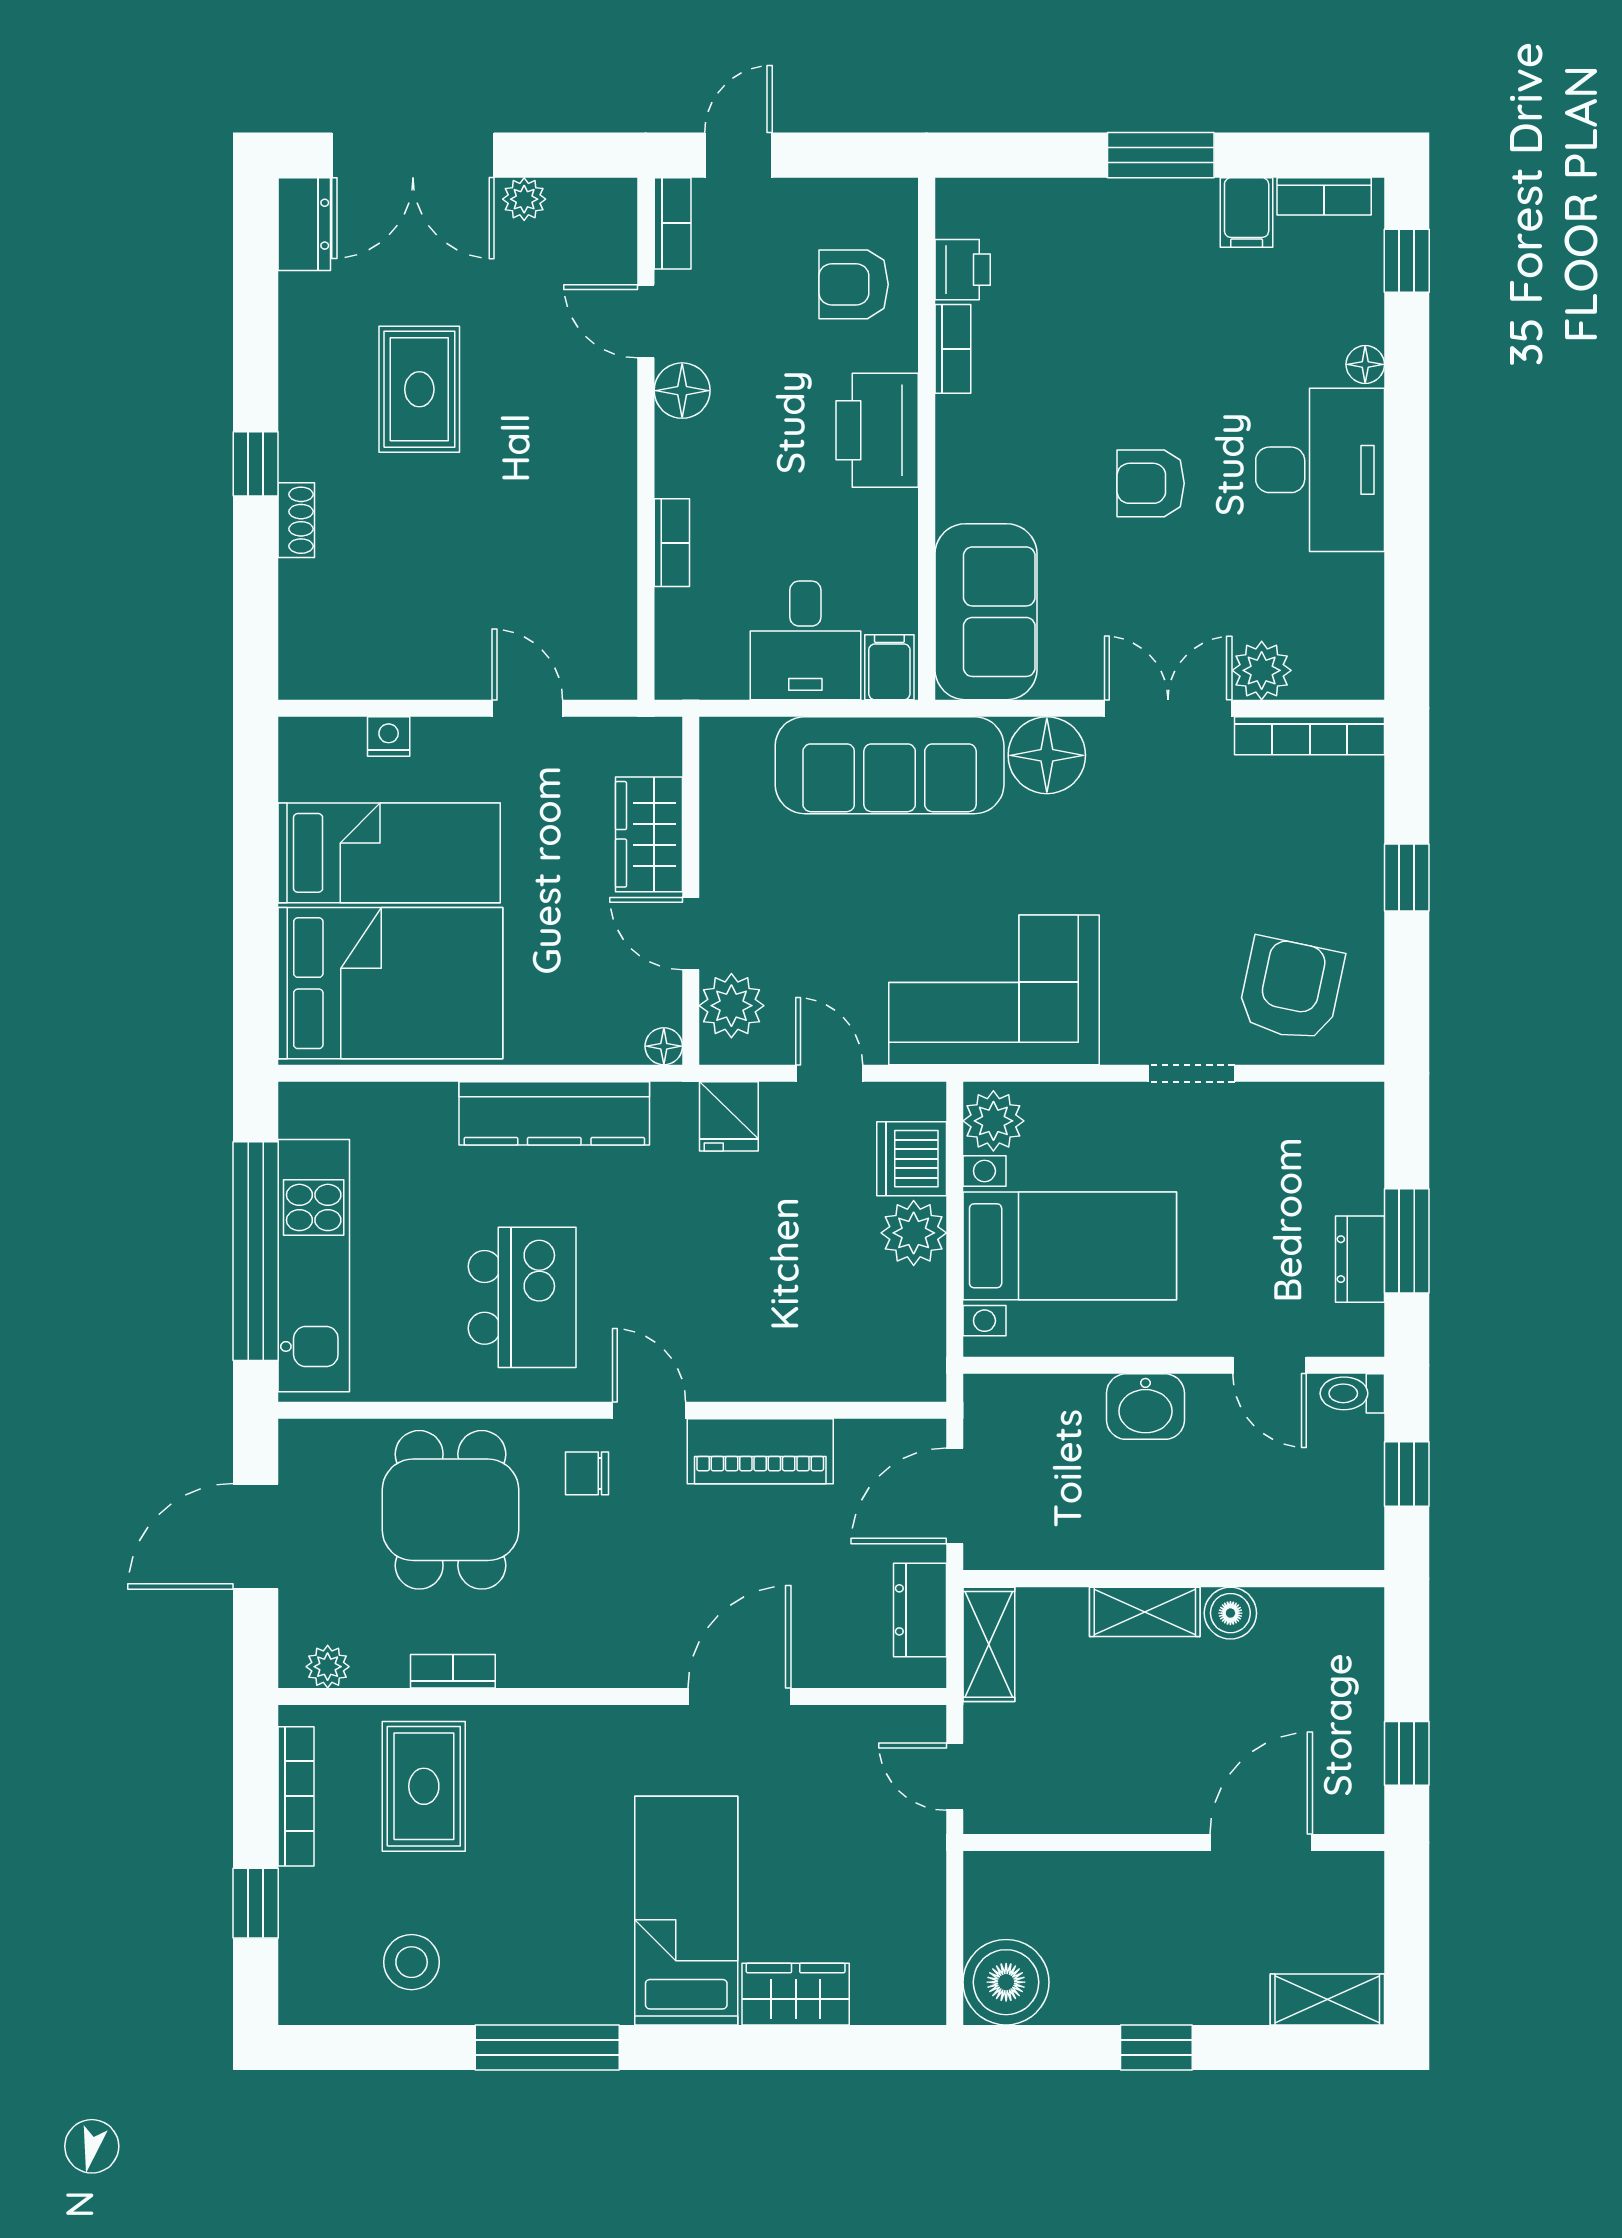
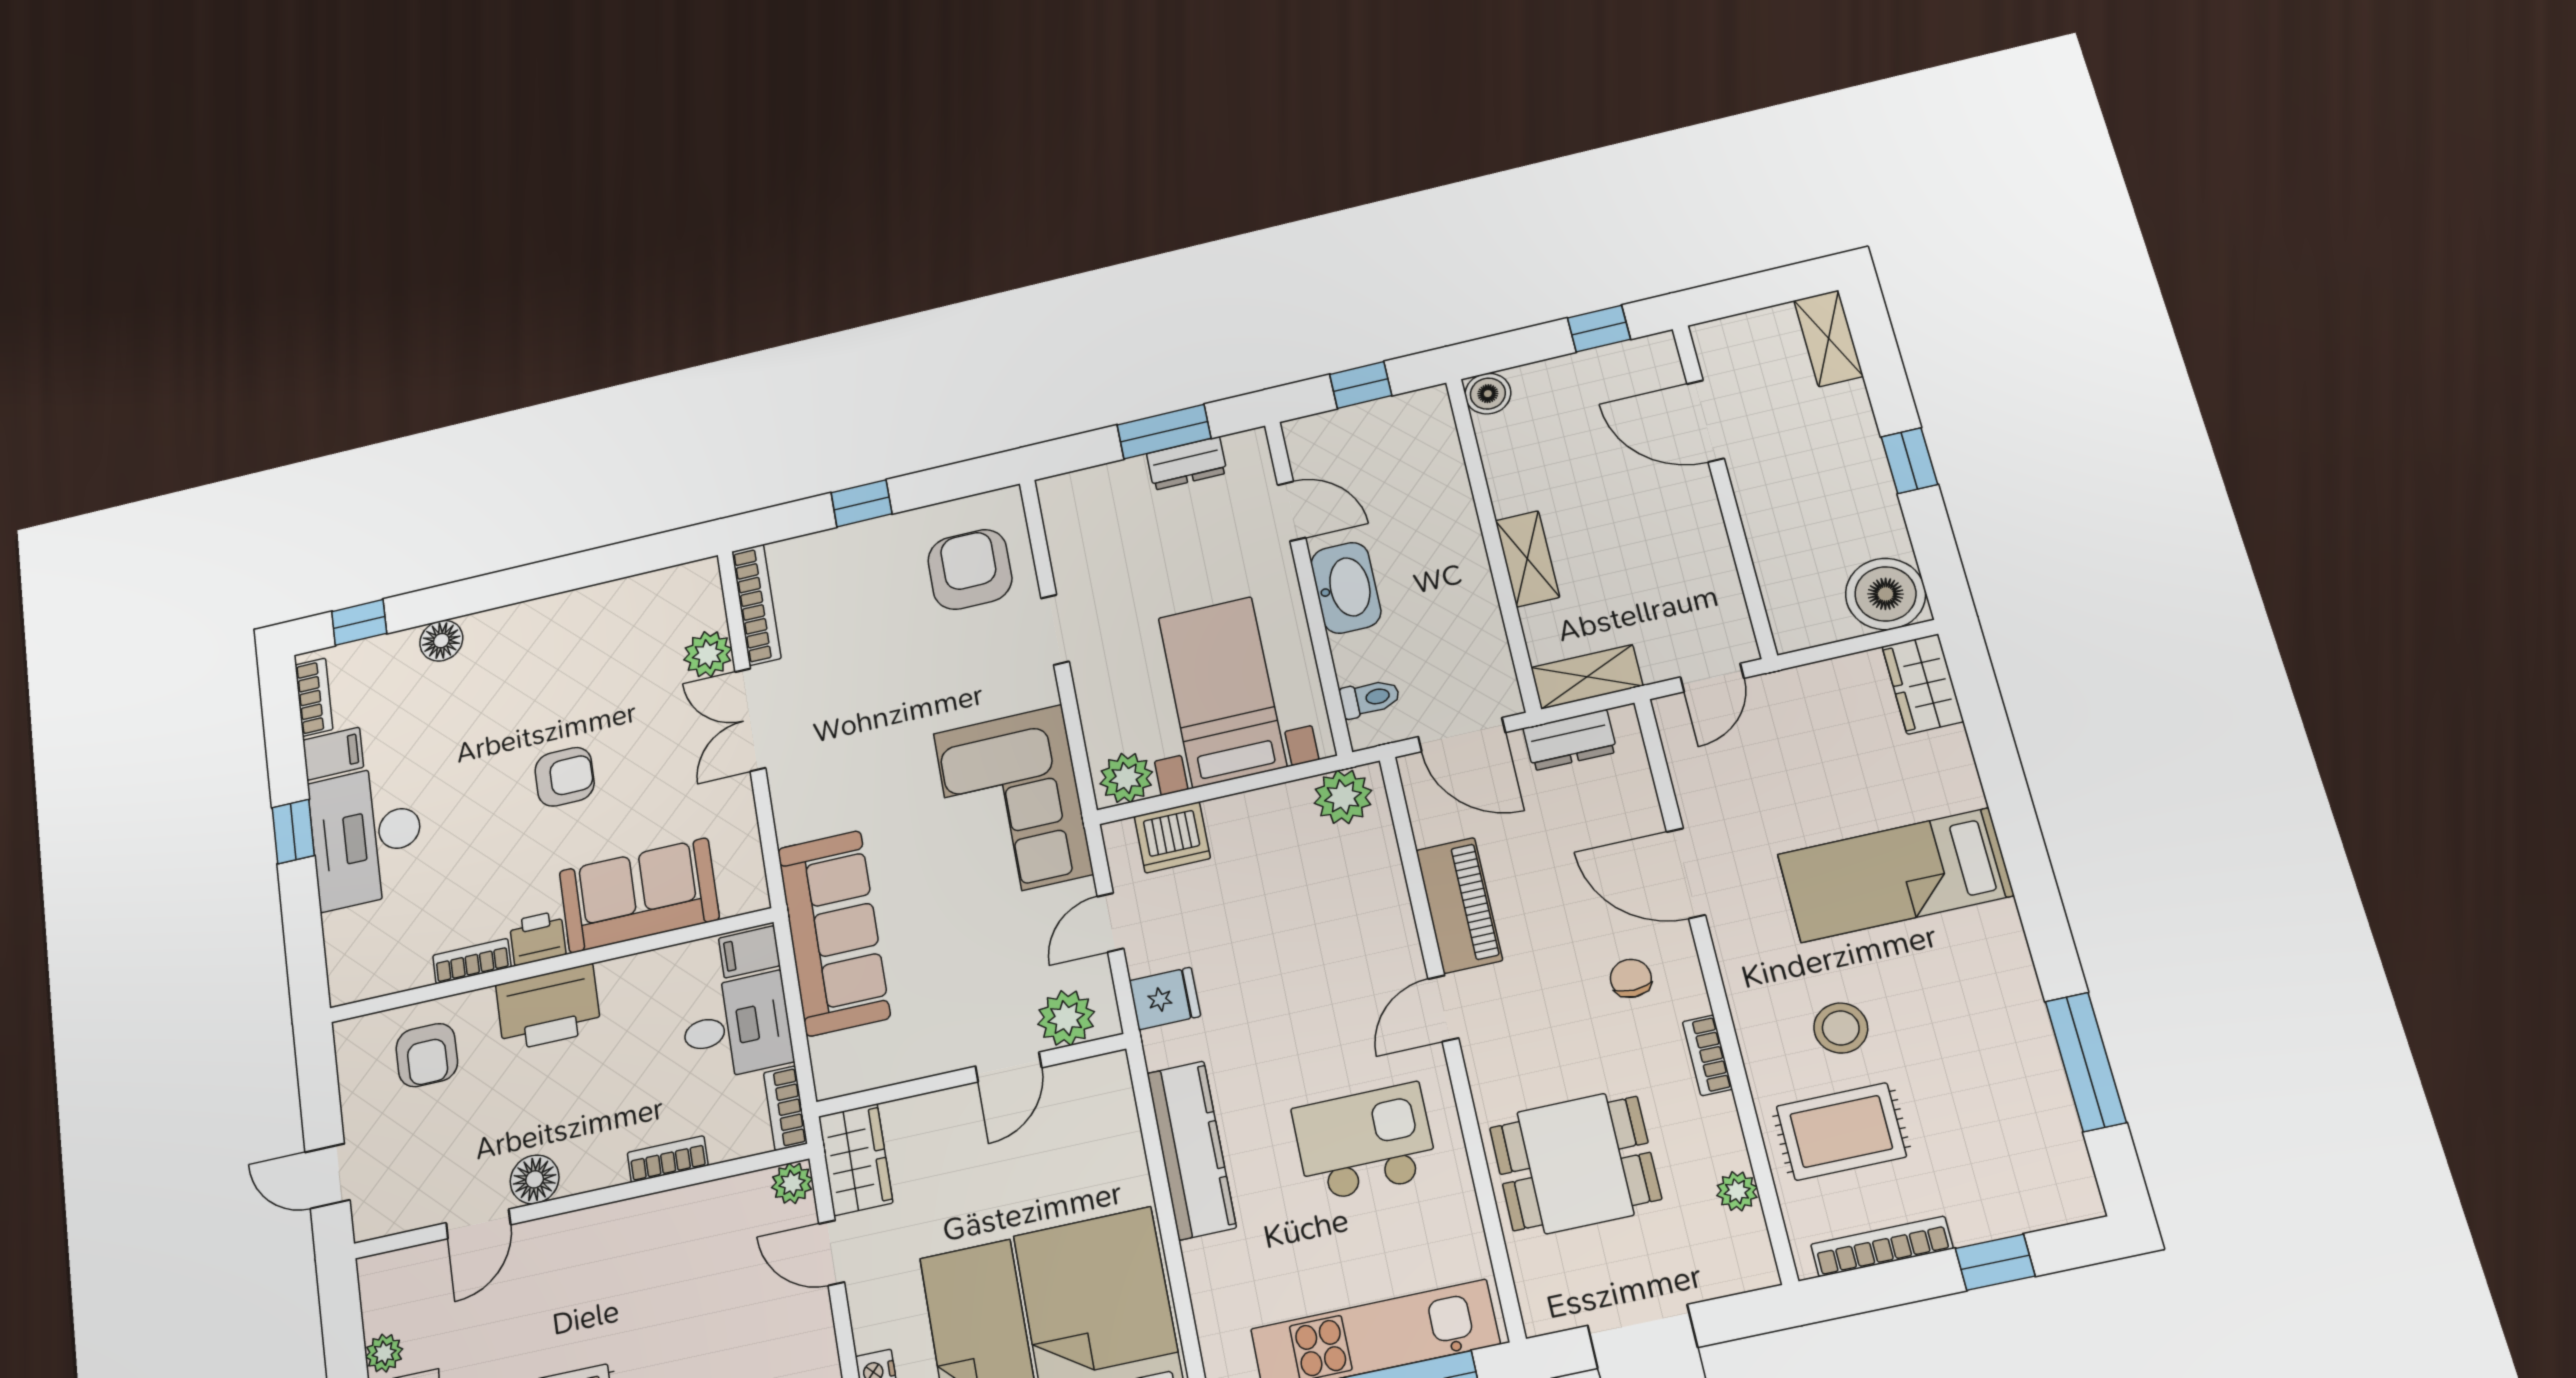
window: (1161, 155) -> (293, 832), width x0.67
bookcase: (673, 223) -> (785, 1108), moved, turned -90
printer: (963, 270) -> (538, 938), moved
floor lamp: (1365, 364) -> (441, 641), width x1.37, depth x1.37
desk: (1320, 470) -> (367, 836), moved, turned -90
armchair: (1151, 483) -> (565, 777), turned -90
sofa: (986, 612) -> (639, 895), moved
plant: (614, 676) -> (792, 1183), added
door: (527, 708) -> (832, 1253), hinge flipped
floor lamp: (1047, 755) -> (805, 807), removed
wardrobe: (649, 834) -> (856, 1160), moved, turned -90
armchair: (1291, 989) -> (970, 569), turned 78
floor lamp: (664, 1046) -> (1113, 1068), removed
plant: (914, 1233) -> (1343, 797), moved
door: (1270, 1365) -> (1292, 511), hinge flipped
toilet: (1352, 1393) -> (1370, 698), moved, turned -90
washbasin: (1145, 1407) -> (1346, 588), width x1.38
chair: (587, 1473) -> (1631, 978), moved, turned 180
boiler: (1230, 1613) -> (1488, 394), moved
plant: (328, 1667) -> (1737, 1191), moved
bookcase: (453, 1671) -> (1707, 1055), moved
stool: (412, 1962) -> (1841, 1028), moved
wardrobe: (796, 1994) -> (1923, 684), moved
window: (547, 2048) -> (2086, 1062), moved

